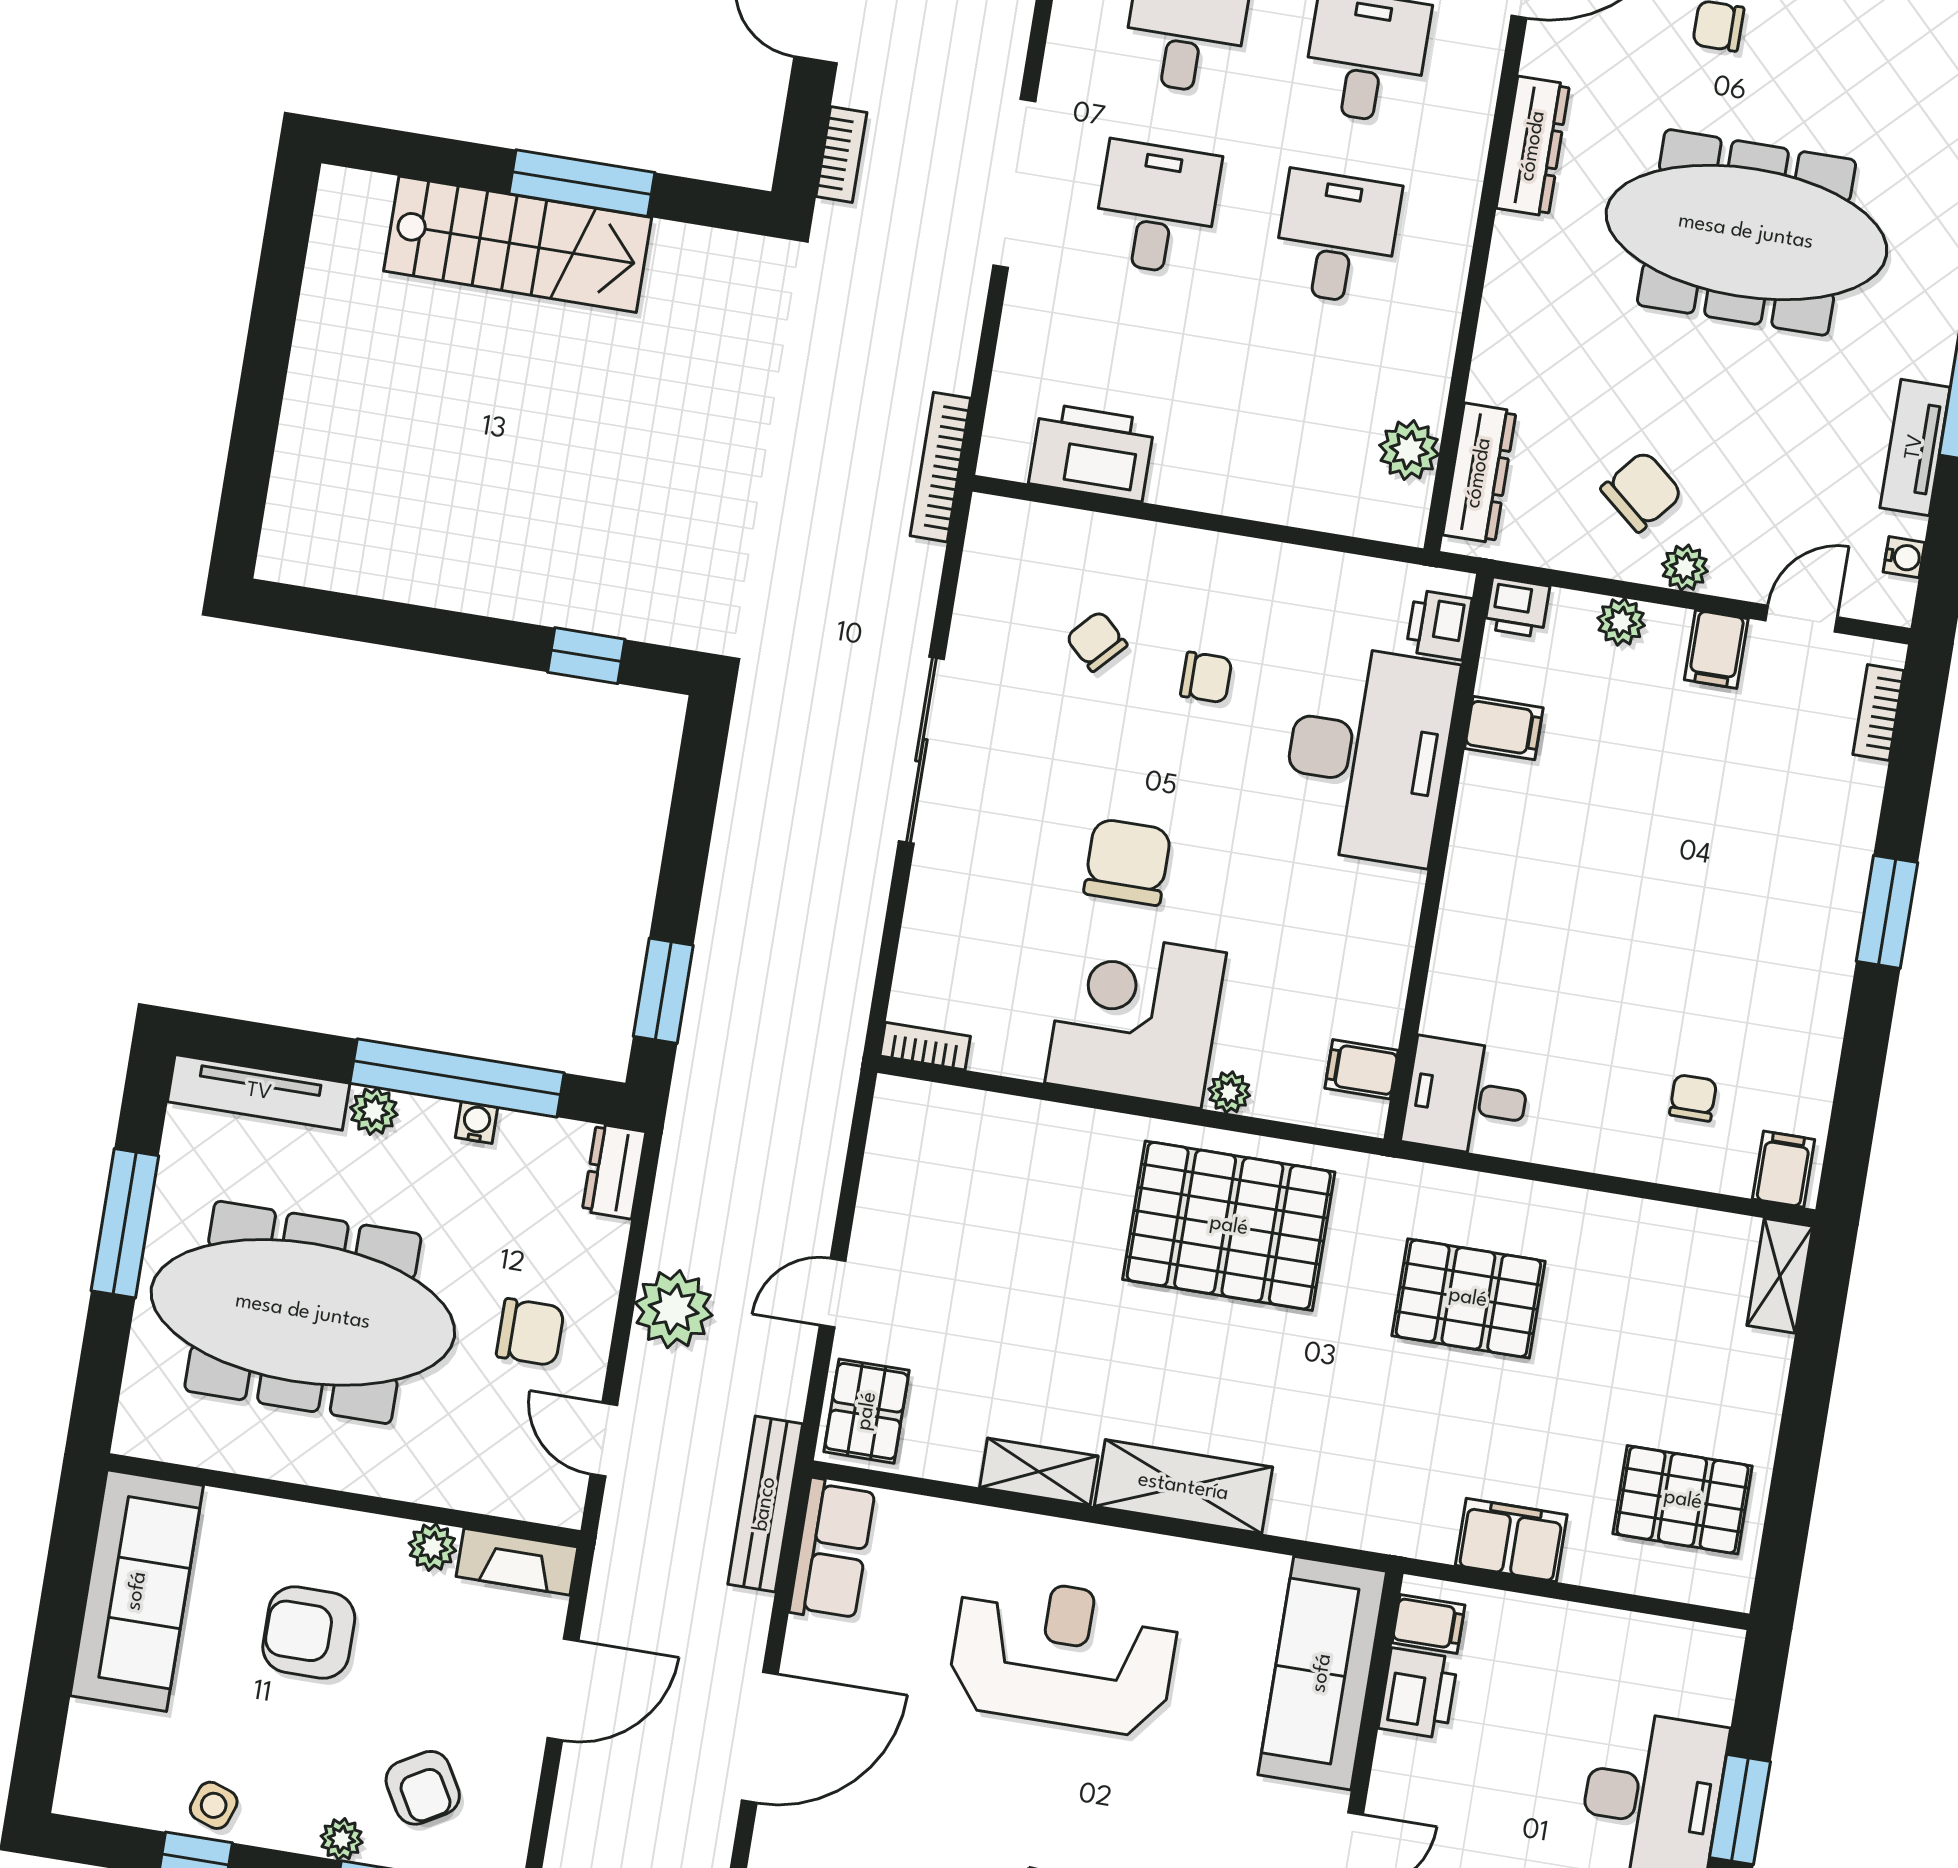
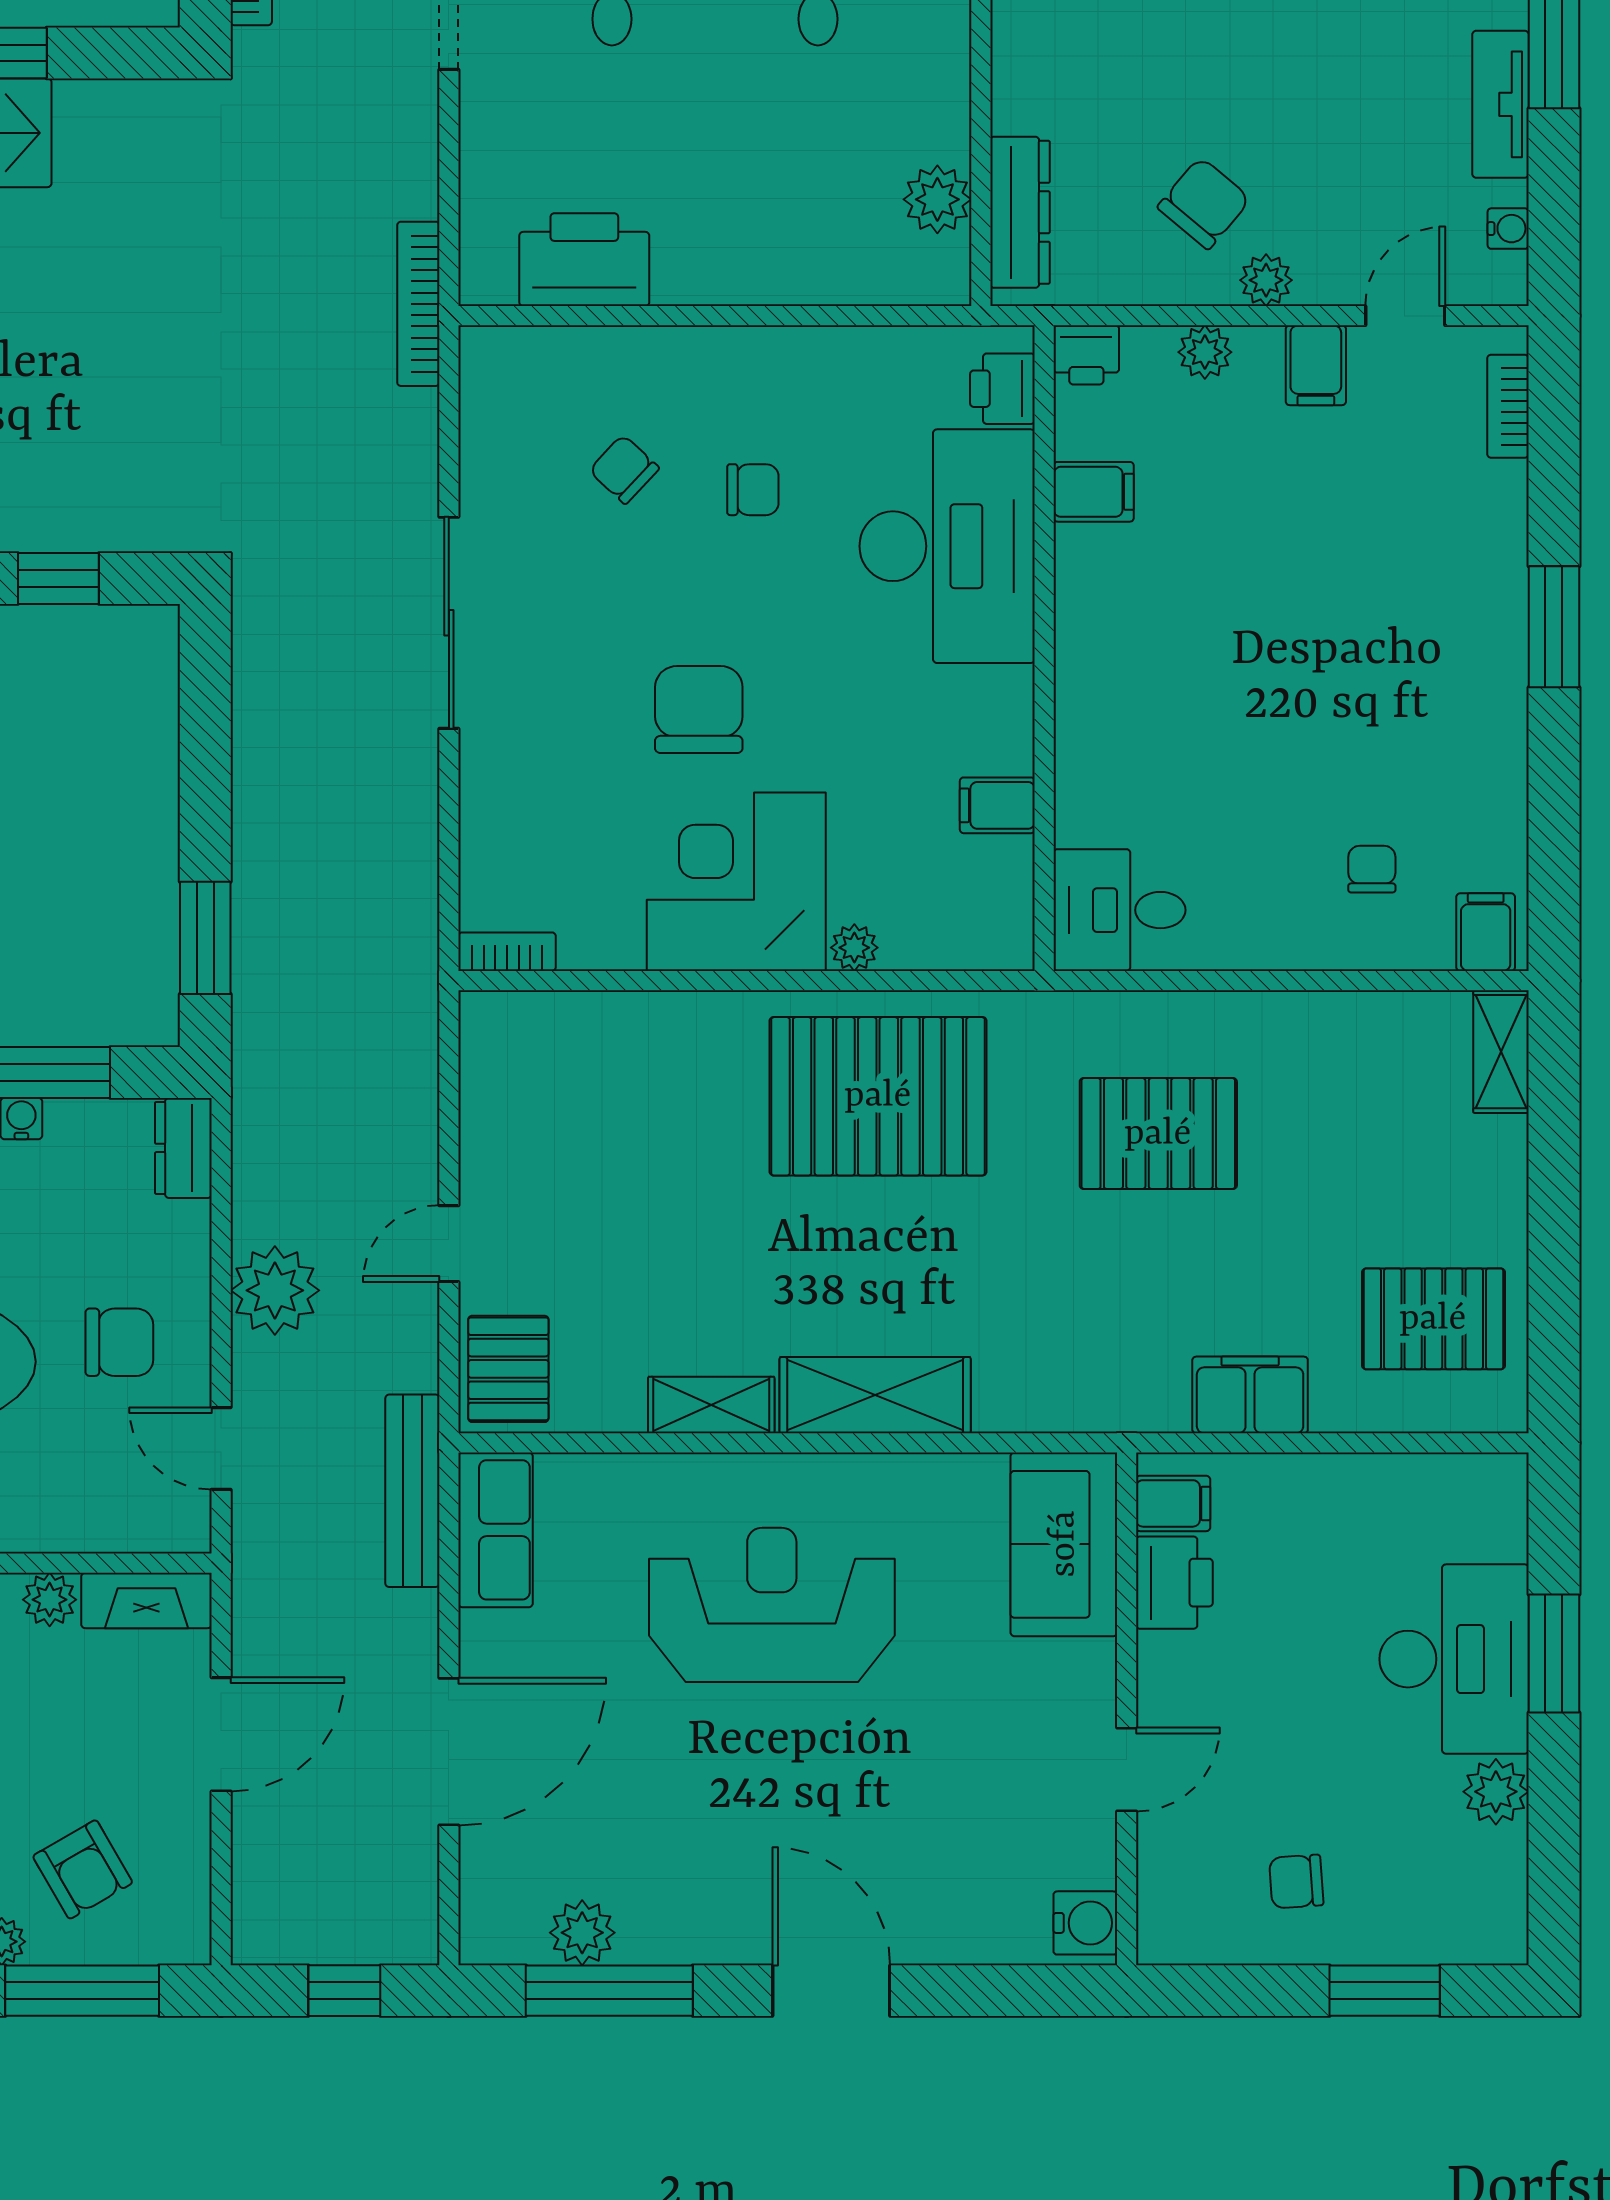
filing cabinet: (1361, 1069) -> (997, 805), moved
sofa: (1322, 1673) -> (1064, 1544), width x0.73

